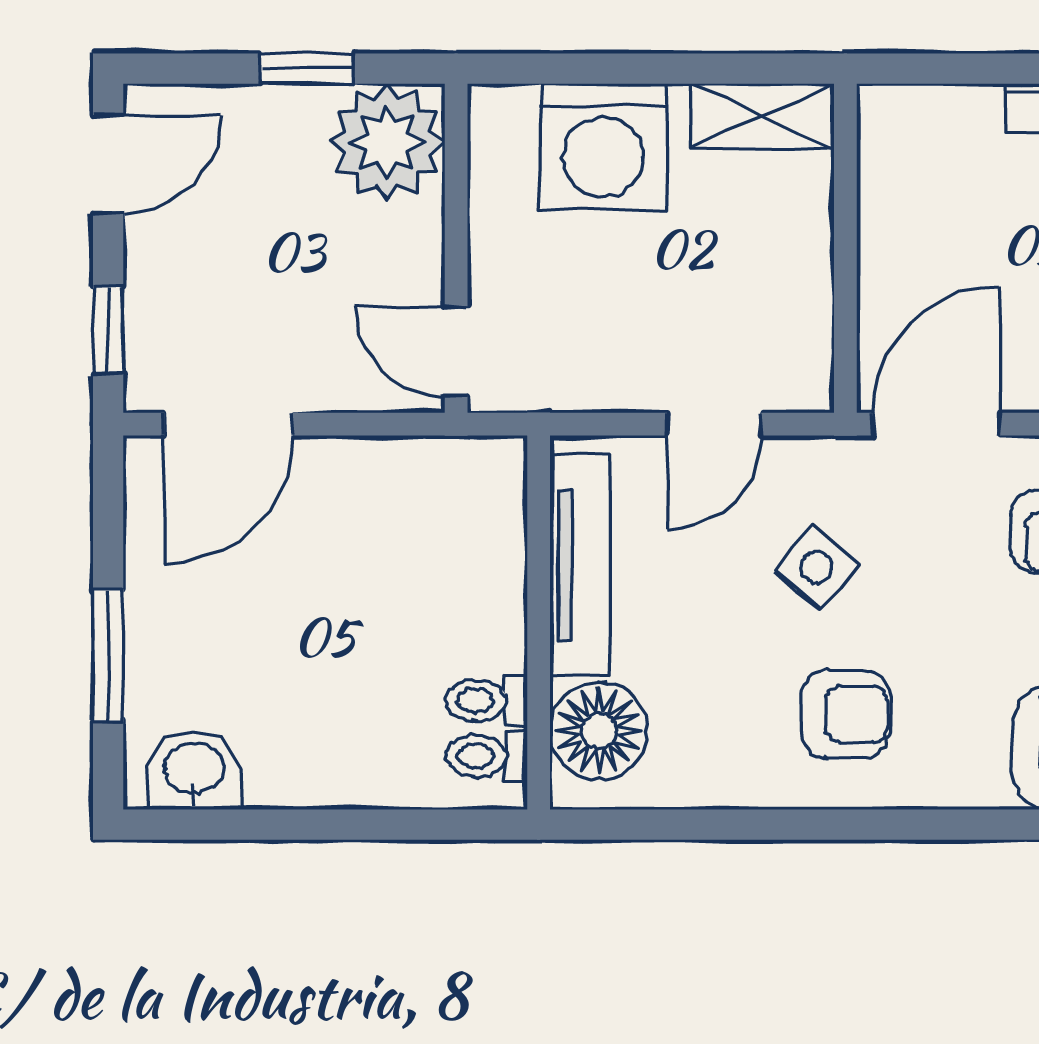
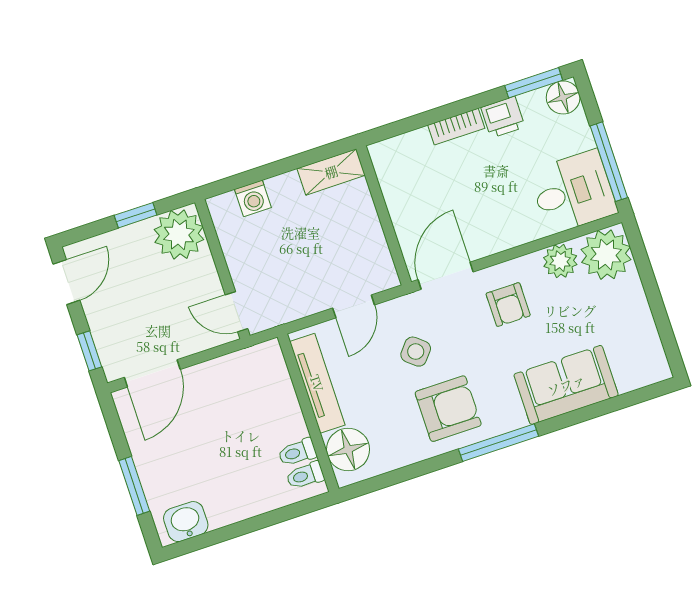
washing machine: (603, 147) -> (253, 198), width x0.53, depth x0.53
armchair: (846, 714) -> (448, 409), width x1.38, depth x1.38
window: (930, 825) -> (498, 443), added

